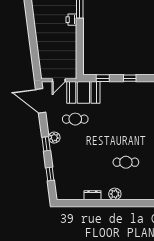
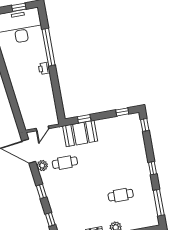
window: (130, 78) -> (122, 112), moved
booth: (83, 92) -> (80, 134), moved
plant: (54, 138) -> (42, 166), moved

